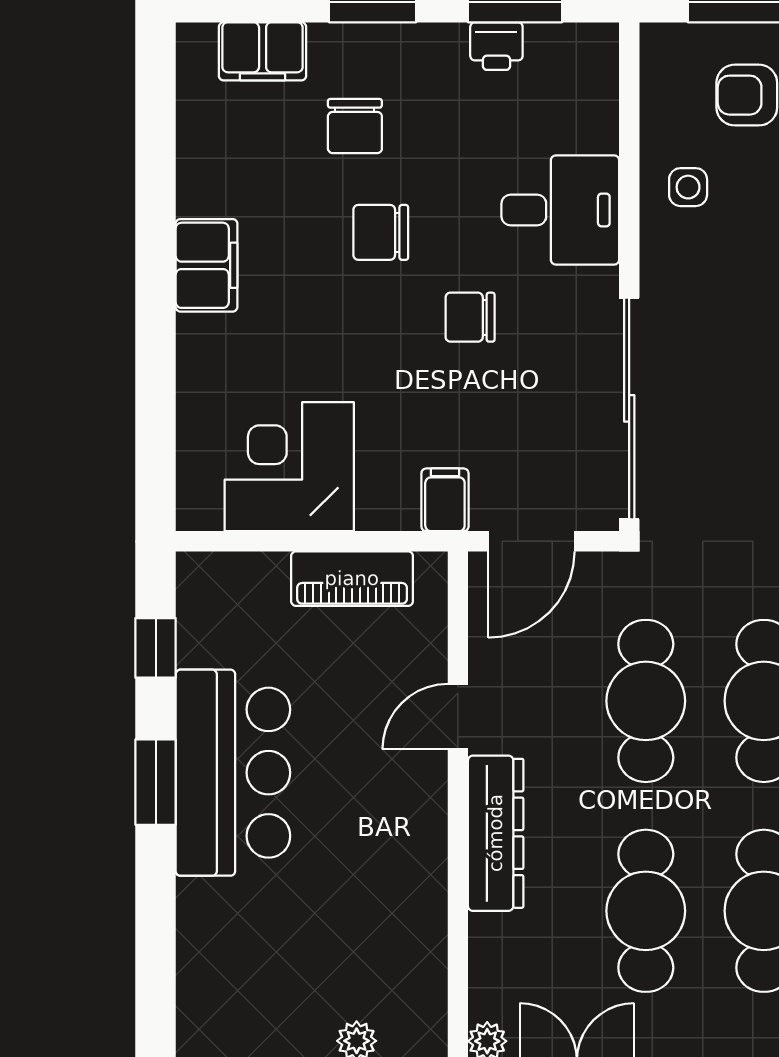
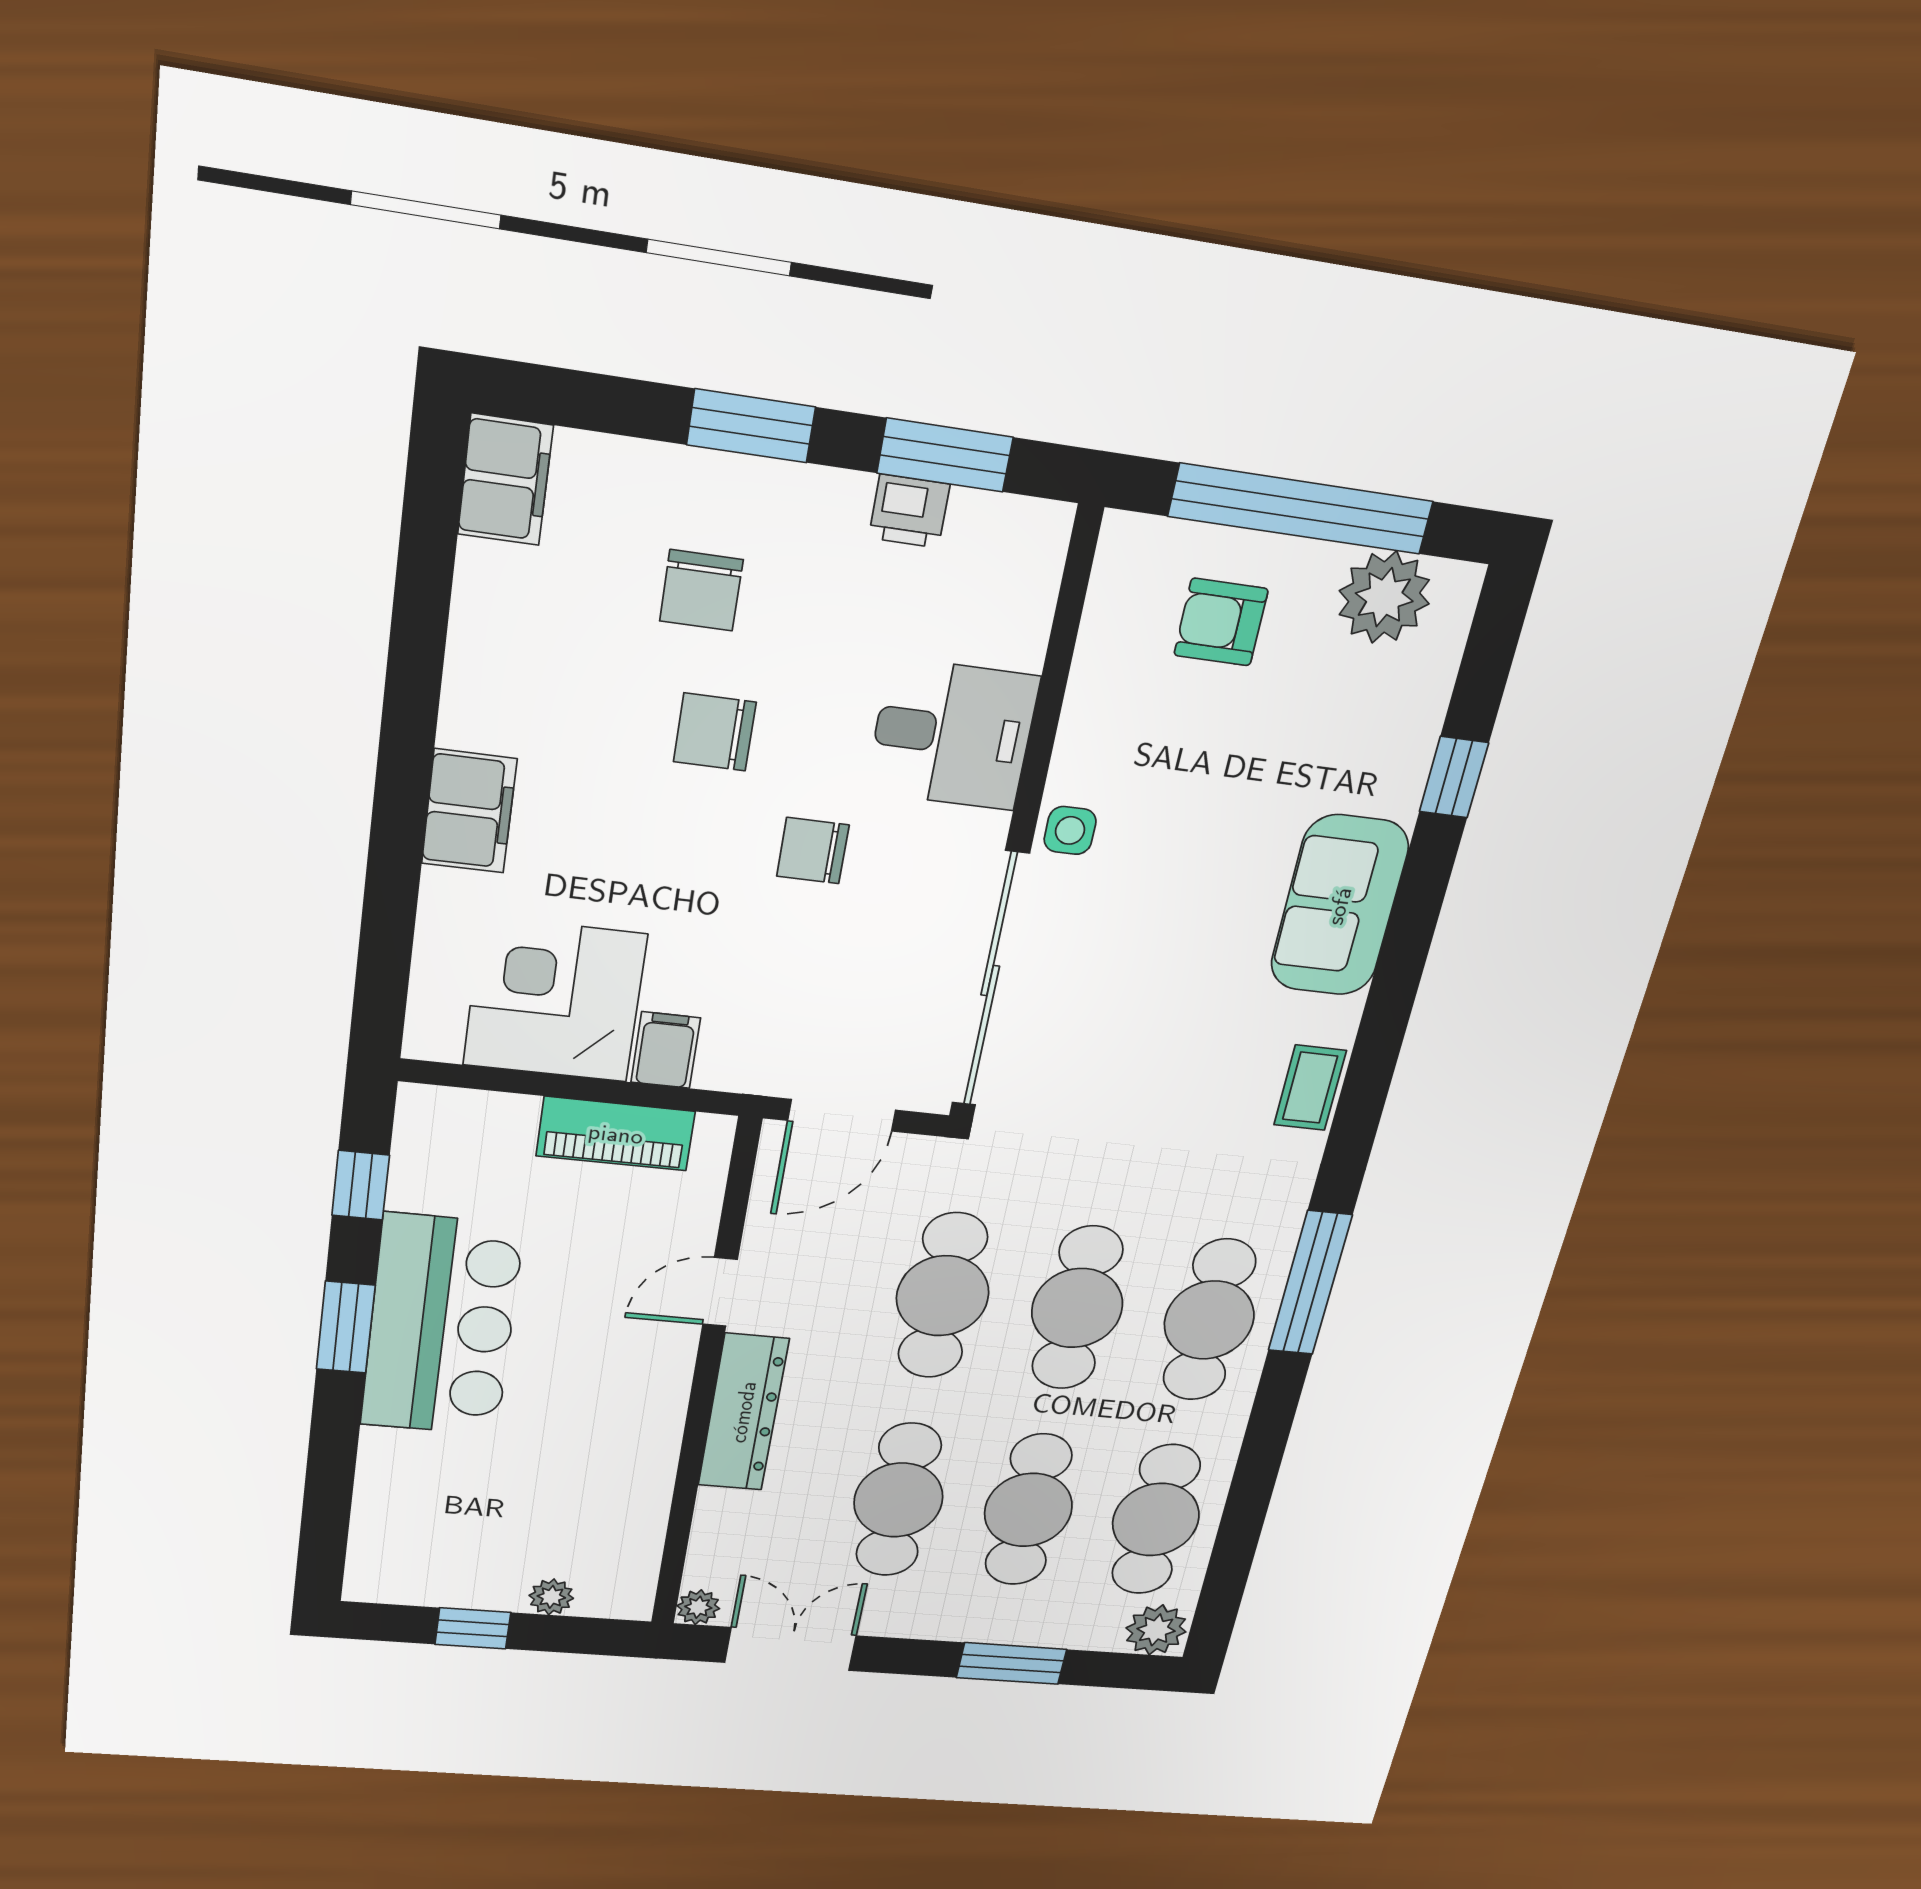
filing cabinet: (263, 51) -> (505, 480), moved, turned -90
side table: (688, 187) -> (1070, 830), moved
filing cabinet: (207, 265) -> (469, 811), moved
filing cabinet: (445, 500) -> (666, 1050), moved

